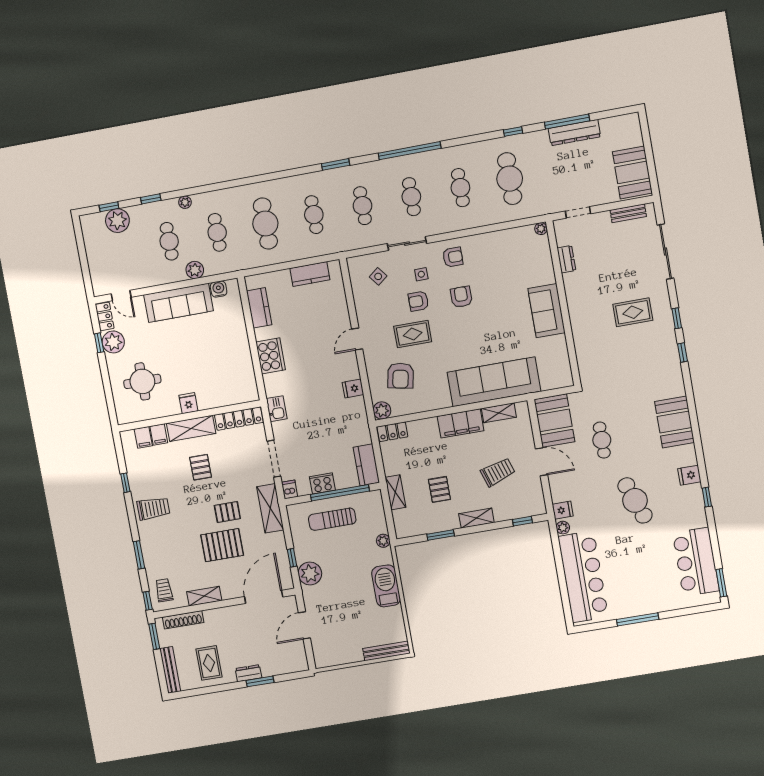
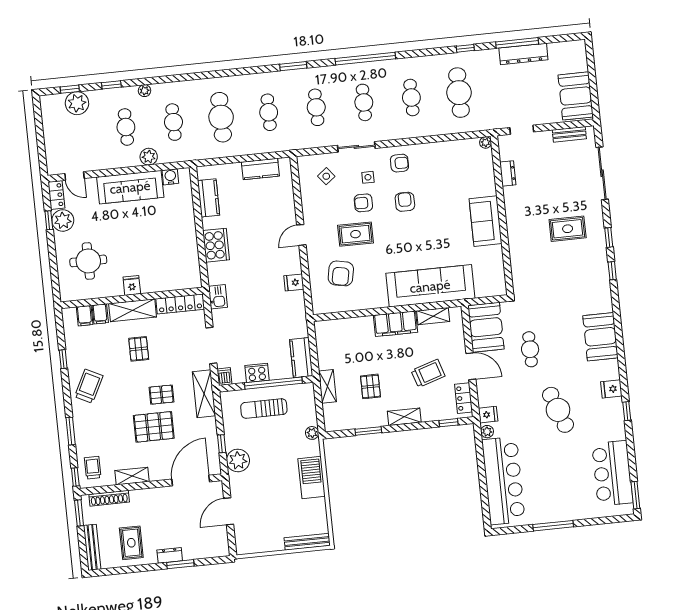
plant: (382, 410) -> (320, 306), removed
locker: (392, 432) -> (464, 398), moved, turned 90
trolley: (153, 508) -> (89, 386), turned -63

